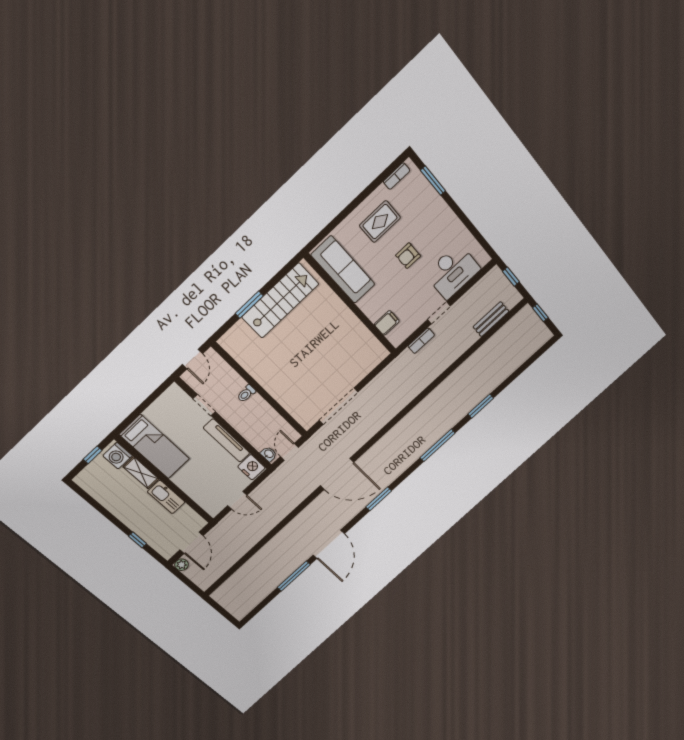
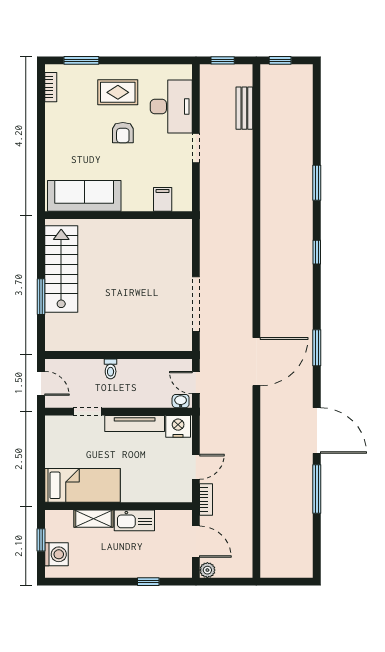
rug: (380, 222) -> (118, 92), moved, turned 90
bookcase: (421, 341) -> (206, 499), moved
window: (437, 445) -> (317, 252), width x0.46
washing machine: (118, 456) -> (56, 554), moved, turned -90

